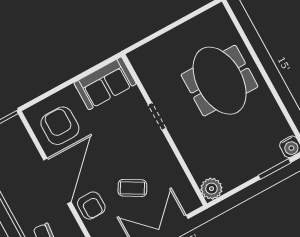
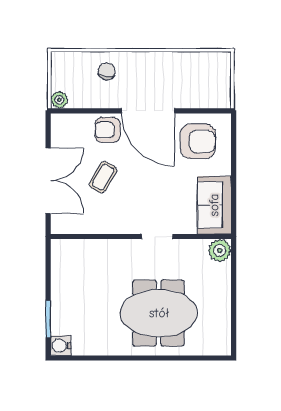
plant: (211, 189) -> (220, 250), moved

